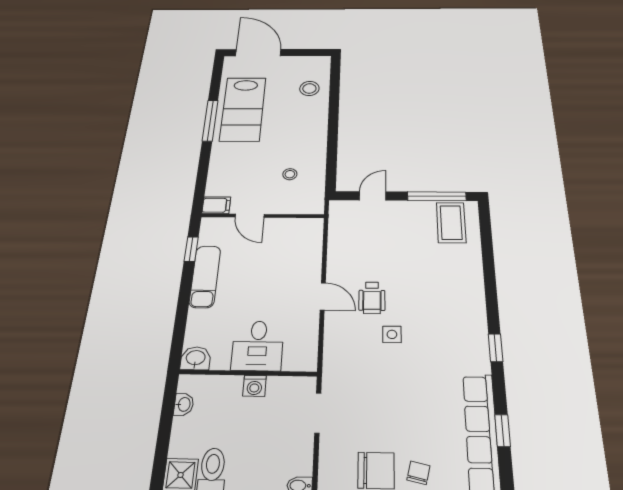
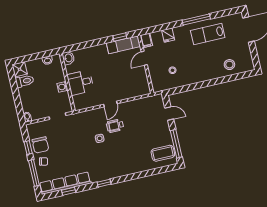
lab bench: (243, 109) -> (208, 34), width x0.73, depth x0.72
fridge: (221, 168) -> (168, 35), added
exam couch: (205, 276) -> (123, 45), moved

